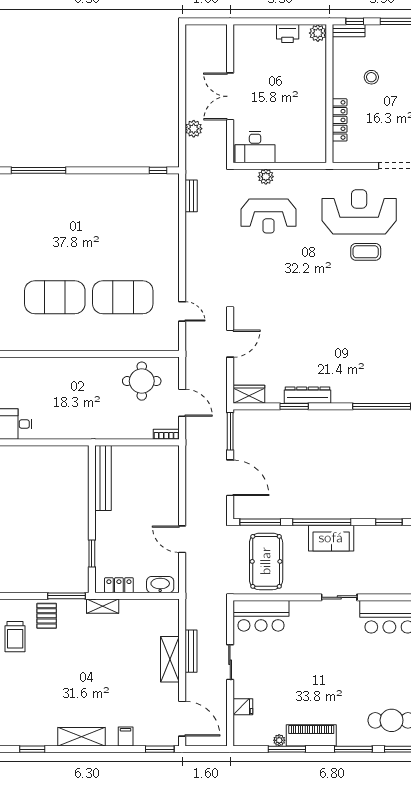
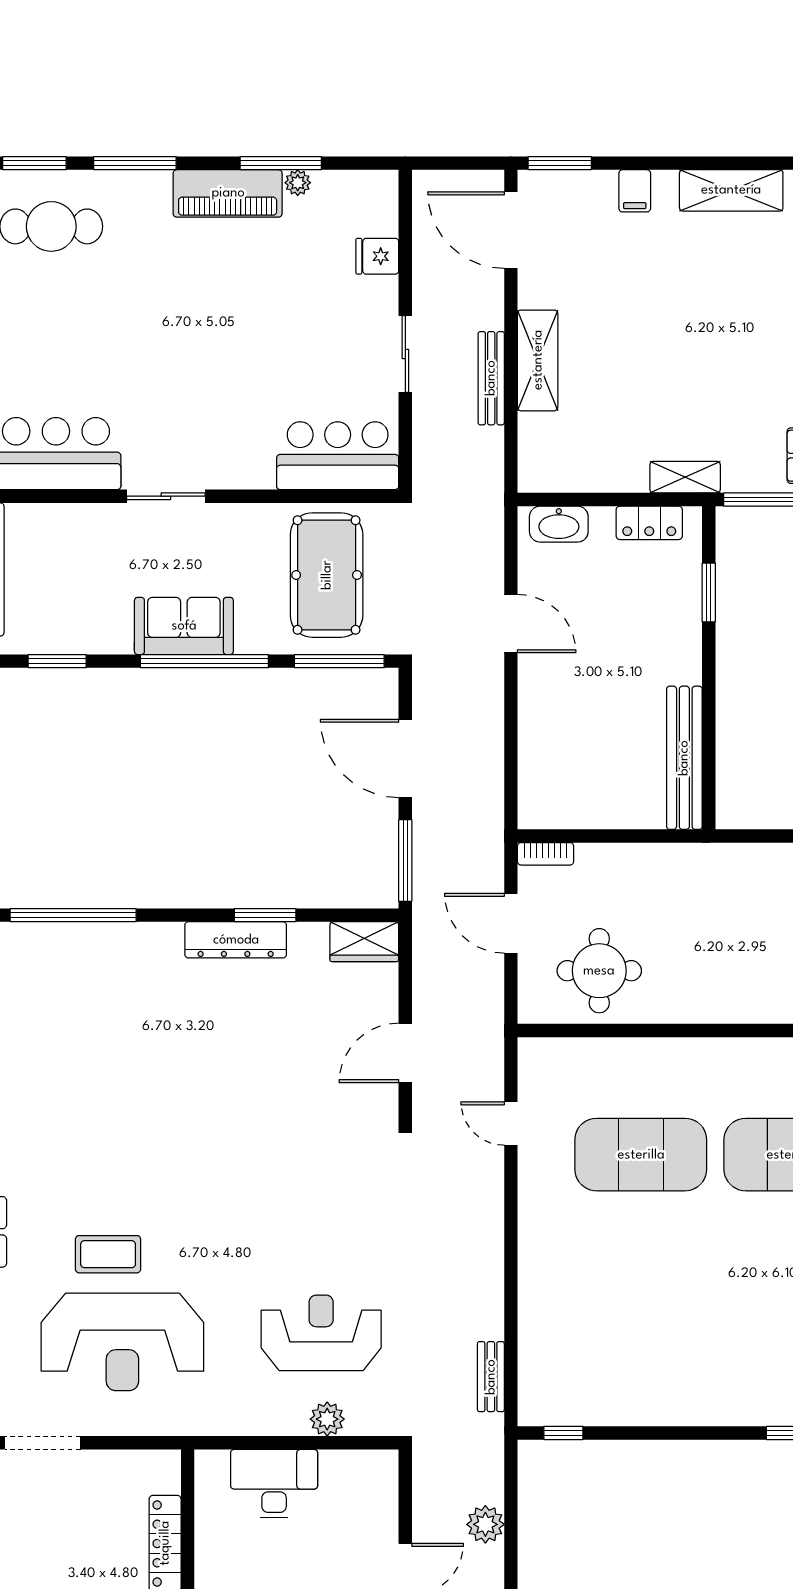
desk: (255, 147) -> (274, 1484), moved

